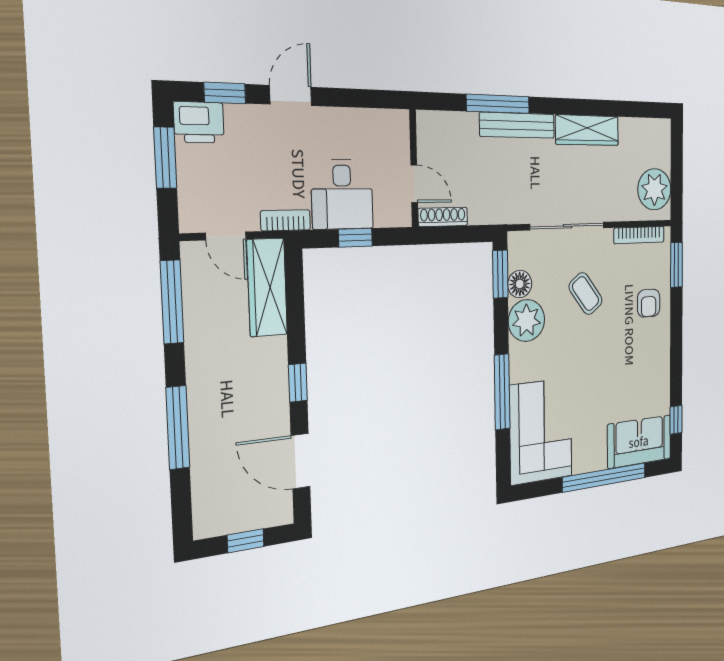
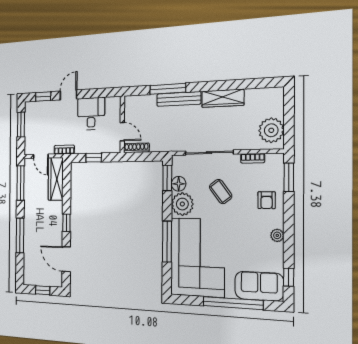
printer: (199, 122) -> (33, 109), removed
desk: (342, 194) -> (91, 114), moved, turned 180
bookcase: (639, 235) -> (253, 158), width x0.64
plant: (662, 358) -> (277, 235), added
corner sofa: (541, 431) -> (197, 257), width x1.36, depth x1.36

